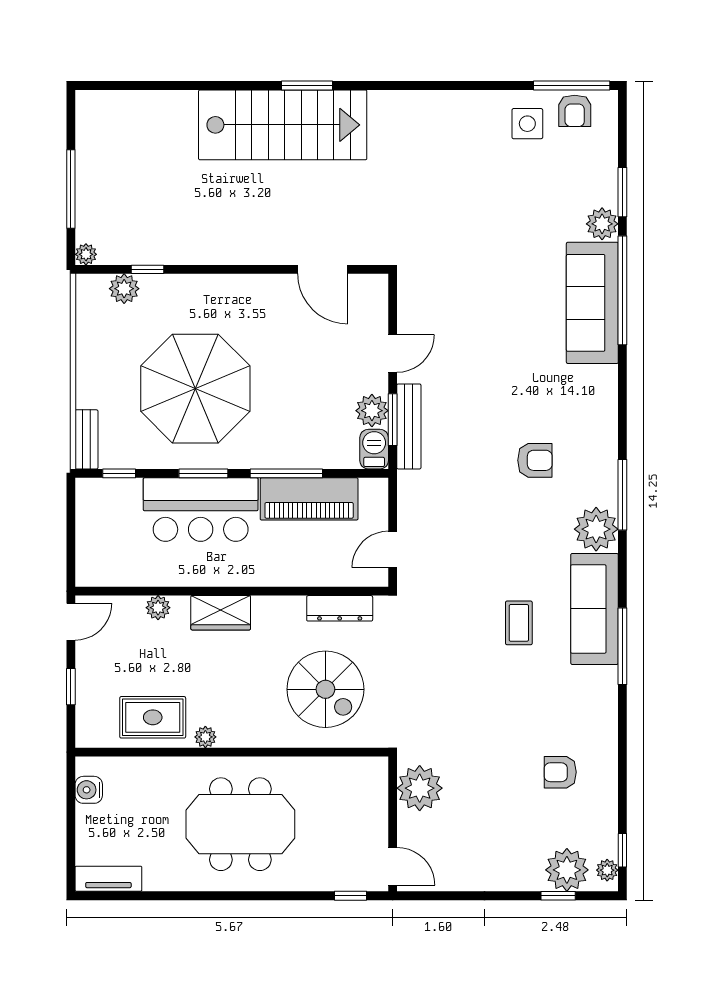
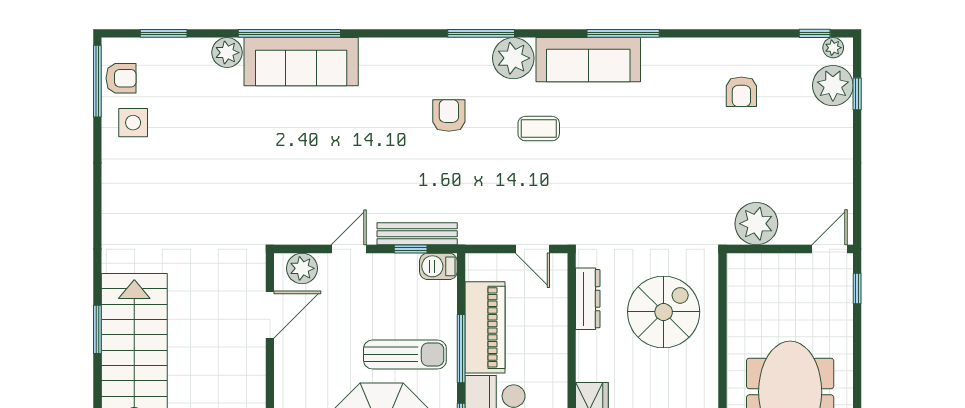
window: (622, 192) -> (164, 33), moved
door: (393, 353) -> (349, 249), hinge flipped
plant: (372, 411) -> (302, 268), moved
sun lounger: (280, 413) -> (405, 355), added
window: (393, 420) -> (411, 249), width x0.67
coffee table: (519, 623) -> (539, 129), moved

